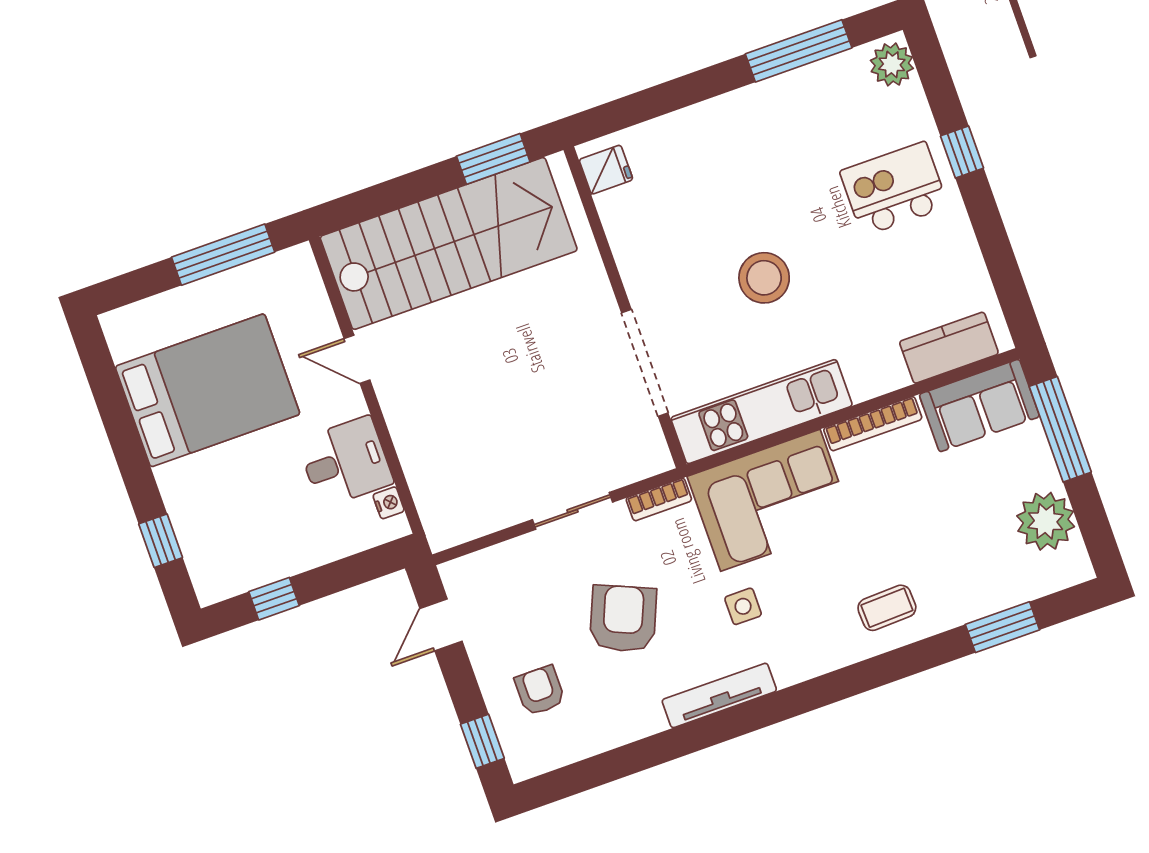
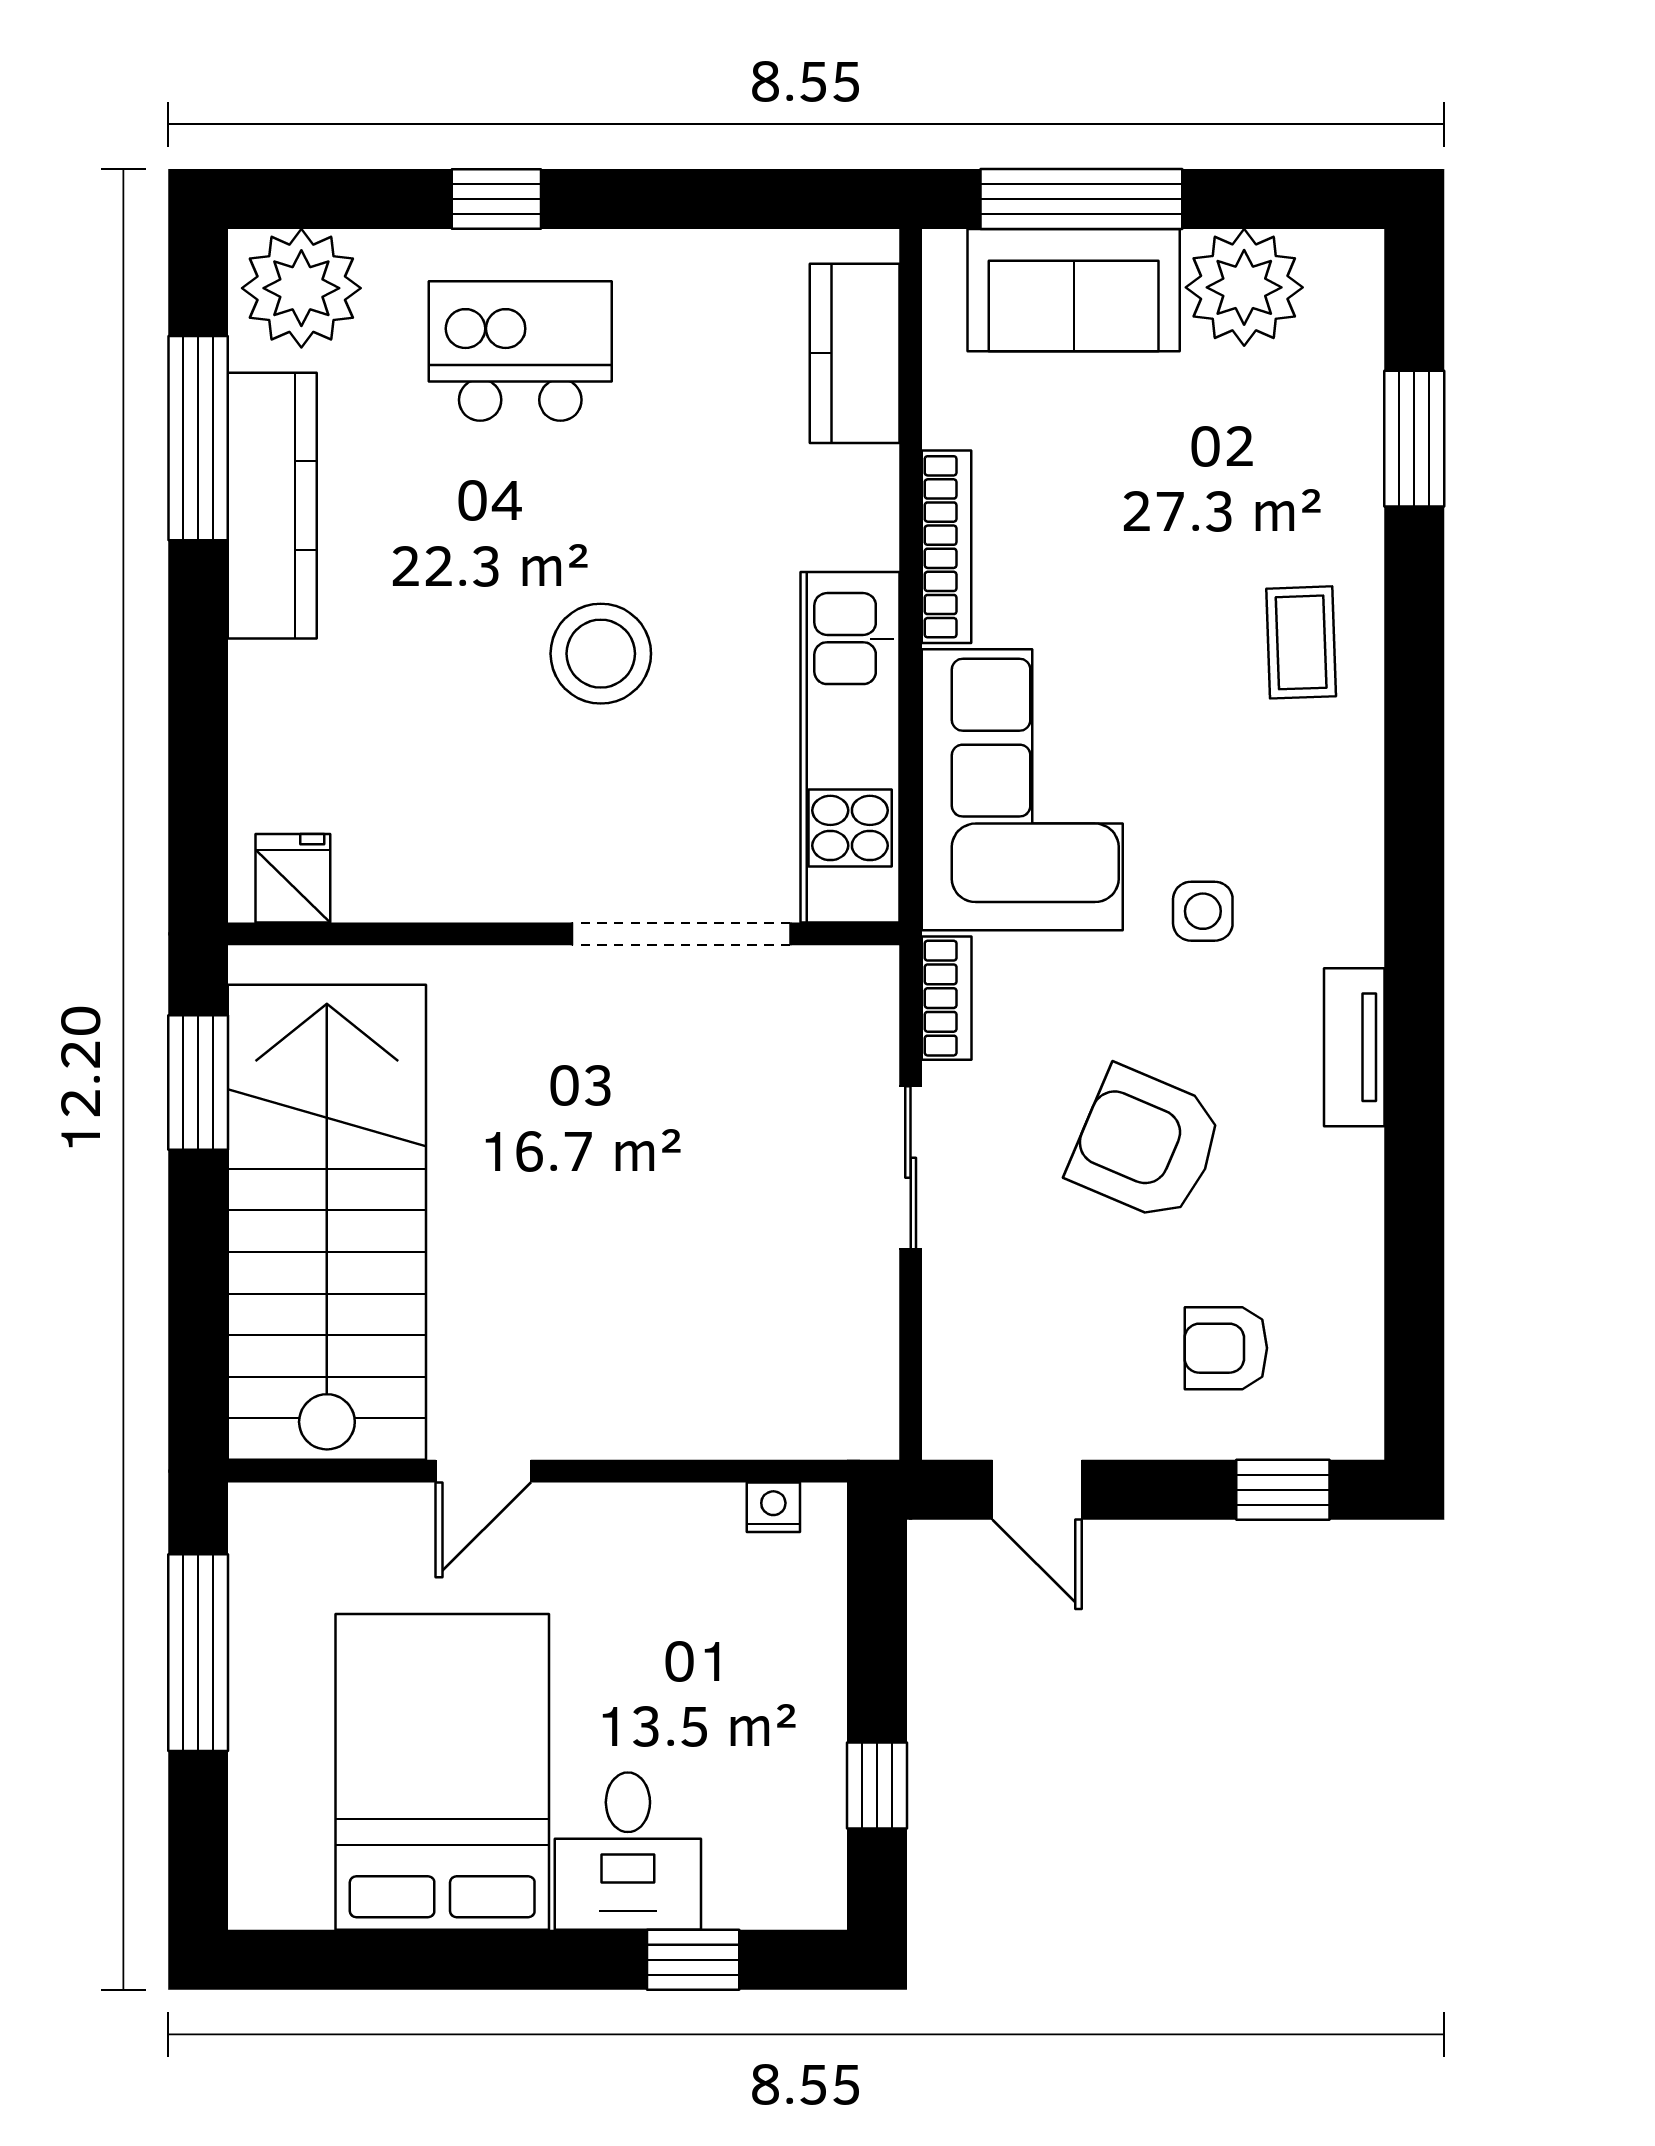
plant: (892, 64) -> (301, 288), width x1.36, depth x1.36
kitchen counter: (779, 97) -> (272, 506), added
kitchen island: (894, 189) -> (520, 351), turned 90
sofa: (979, 405) -> (1074, 290), moved, turned 90
desk: (345, 462) -> (628, 1851), moved, turned 180
tv unit: (719, 695) -> (1354, 1047), width x0.71

